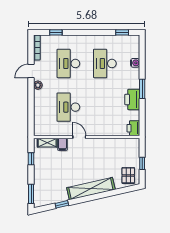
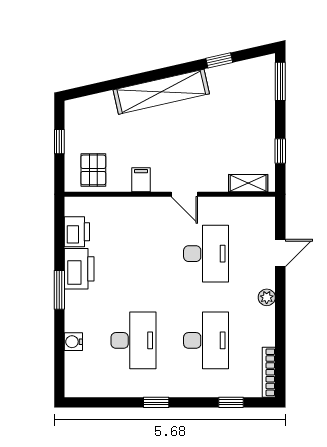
window: (122, 32) -> (156, 402), moved
door: (31, 71) -> (280, 253), moved
printer: (133, 128) -> (77, 232), moved
filing cabinet: (62, 144) -> (141, 180), moved
pallet: (128, 175) -> (93, 170), moved

